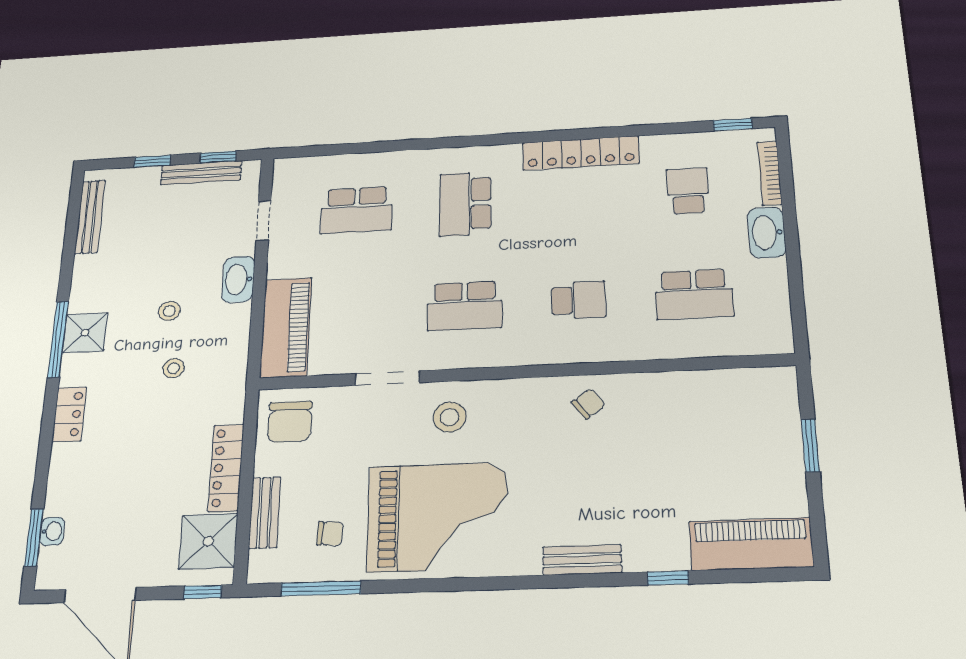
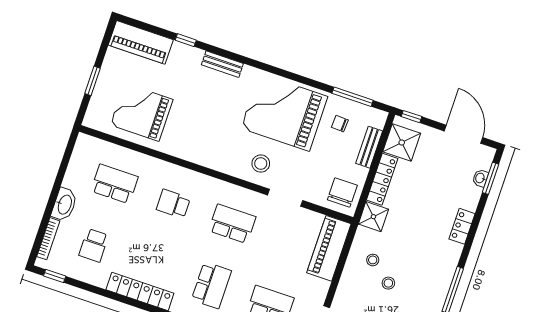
washbasin: (238, 279) -> (346, 288), removed
shower: (85, 333) -> (373, 217), moved
stool: (173, 368) -> (373, 260), moved
chair: (588, 404) -> (190, 144), removed
locker: (69, 414) -> (462, 226), moved
grand piano: (697, 425) -> (142, 112), added

